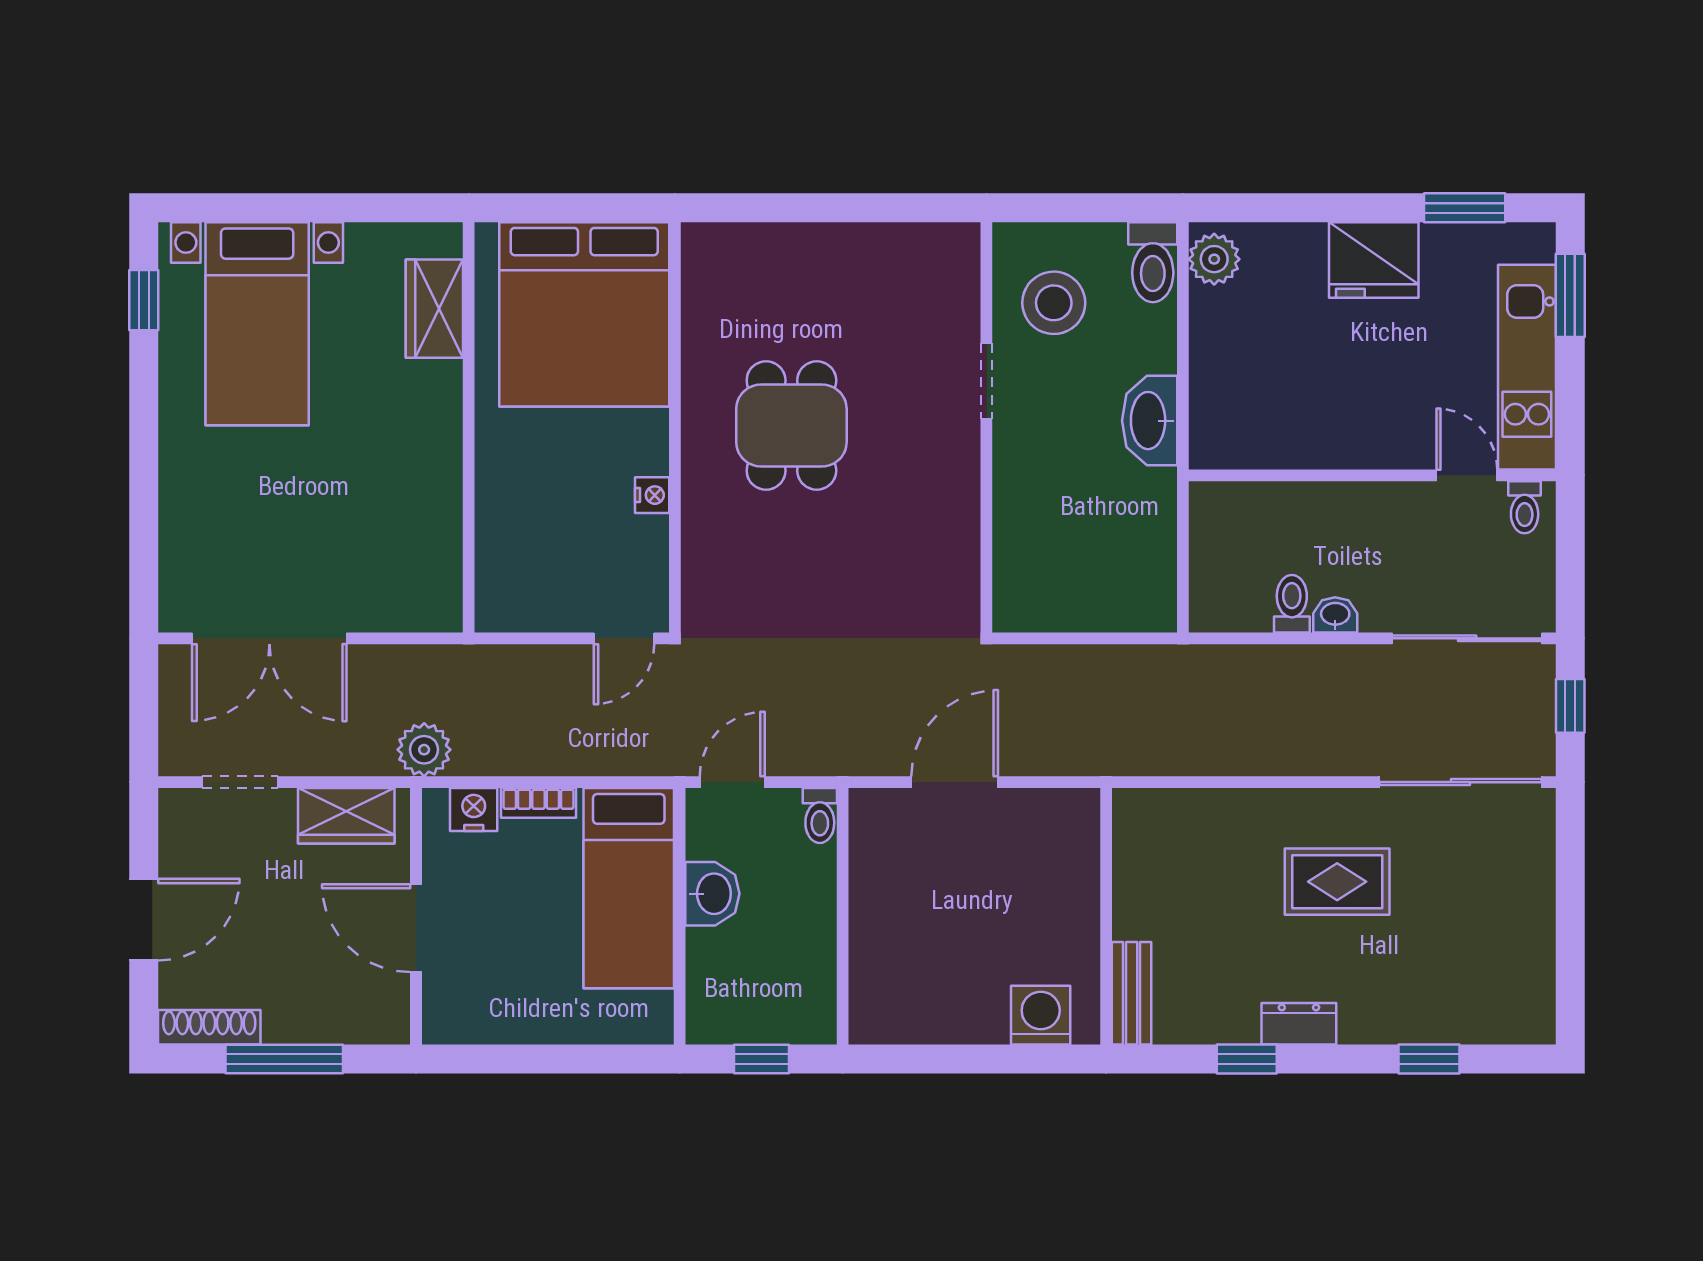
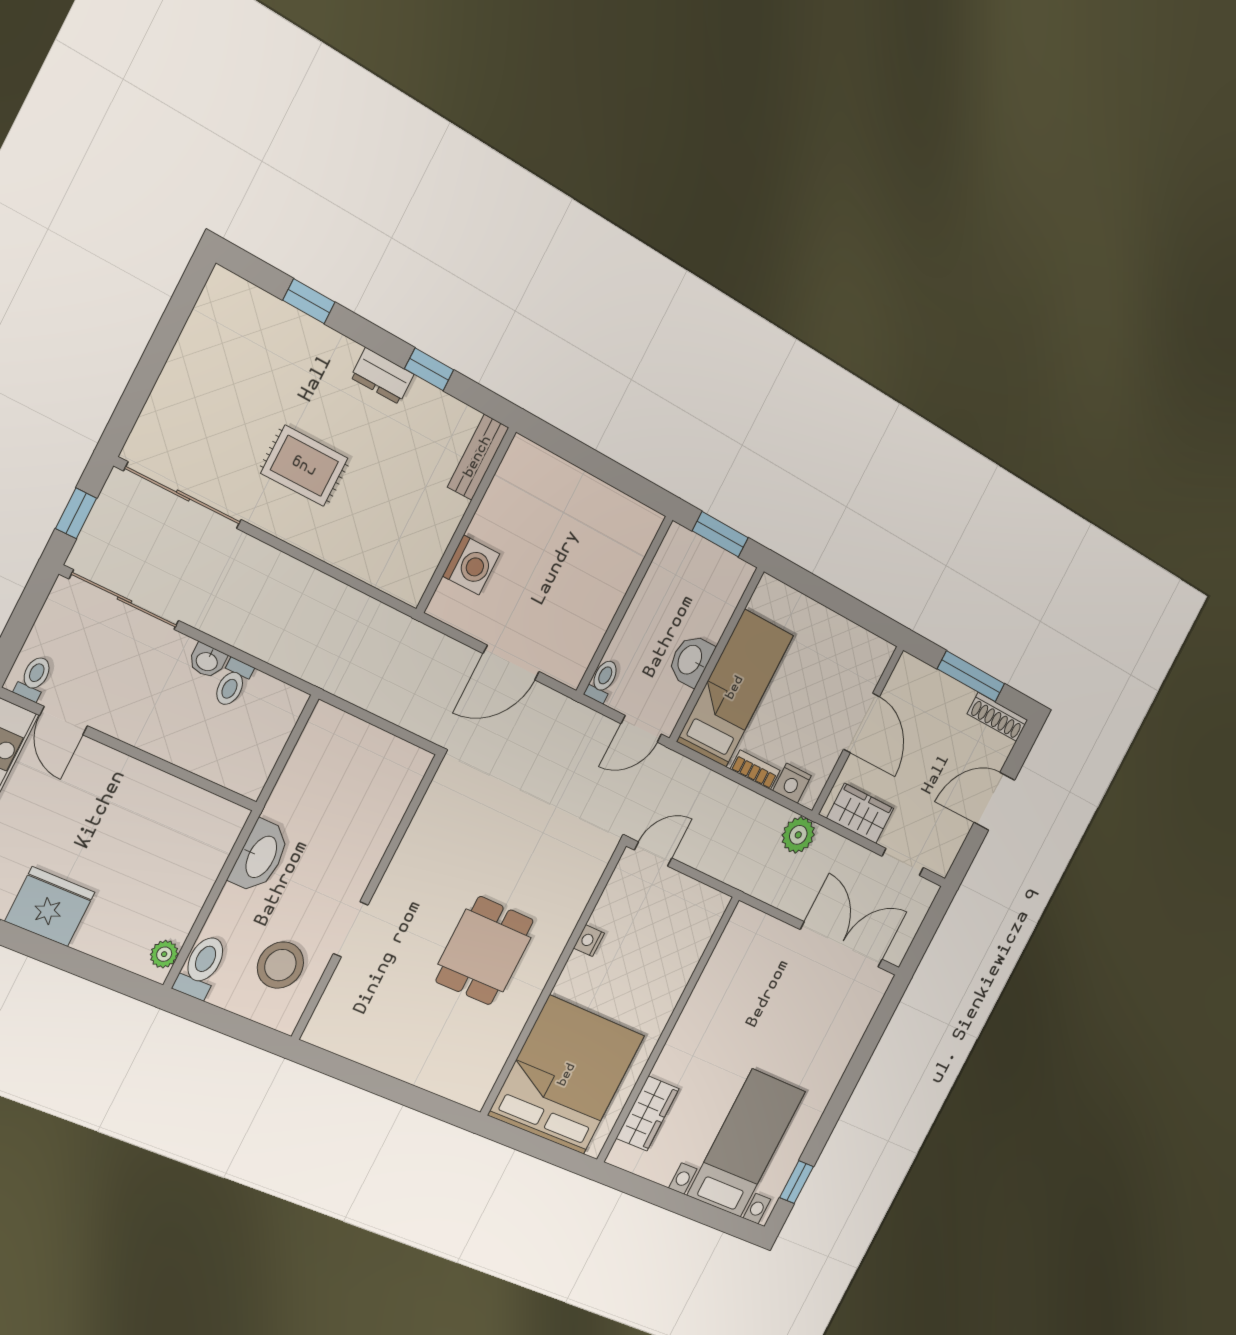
plant: (1214, 259) -> (164, 954), width x0.73, depth x0.73
washing machine: (1041, 1015) -> (471, 565), moved, turned -90
window: (761, 1059) -> (720, 534), width x1.50

